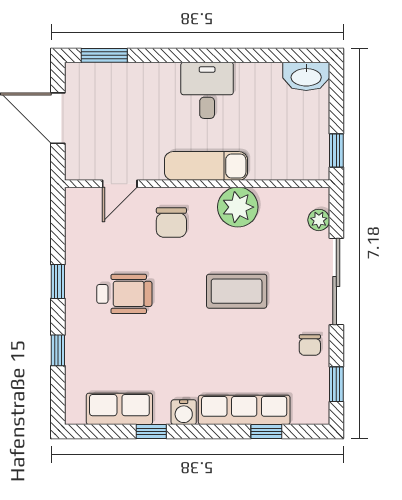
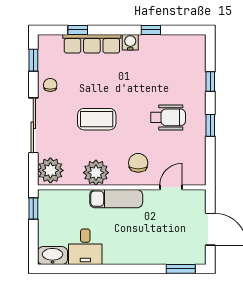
desk: (207, 90) -> (85, 247), moved
plant: (319, 220) -> (50, 170), width x1.88, depth x1.88
wheelchair: (124, 294) -> (168, 117), turned 180
row of seats: (119, 409) -> (171, 44), removed

